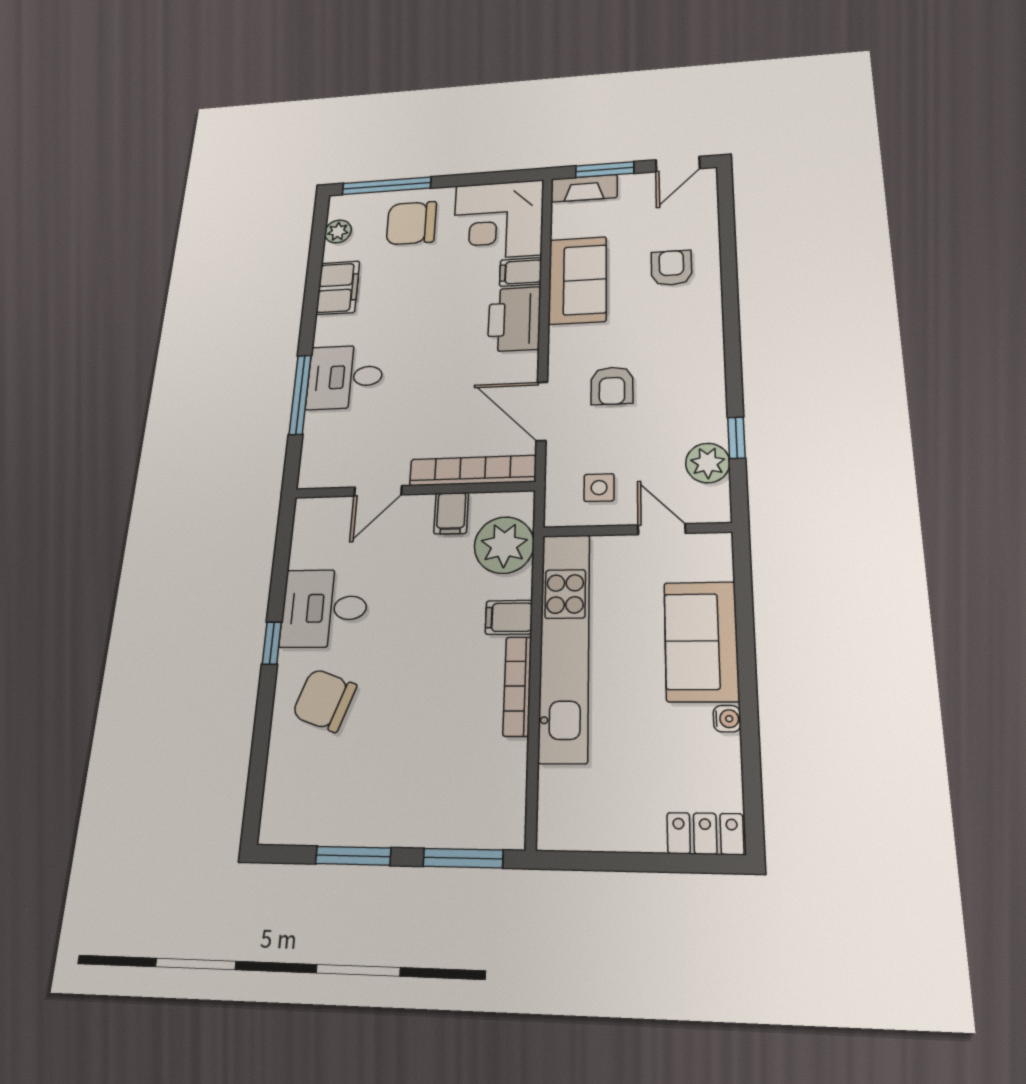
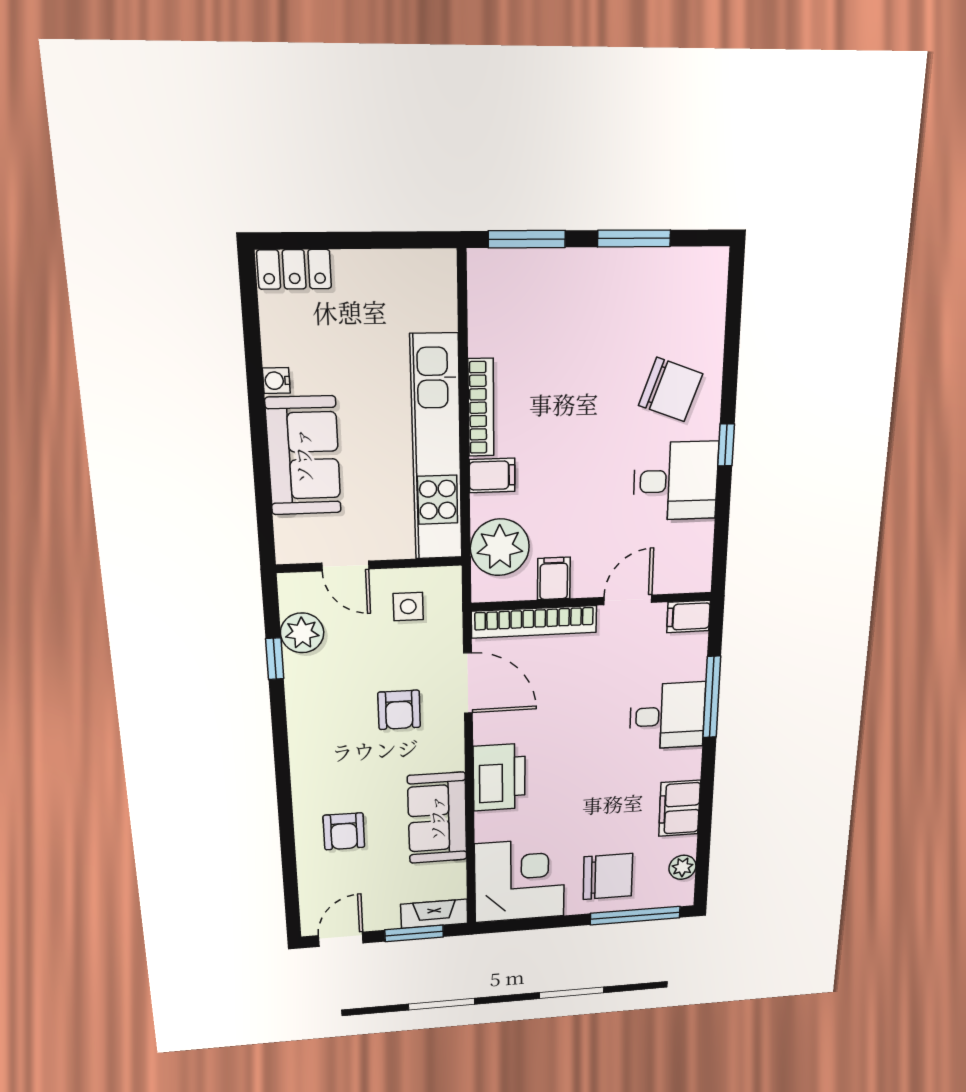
filing cabinet: (521, 272) -> (689, 617), moved, turned 180
armchair: (612, 386) -> (399, 710), turned 180

